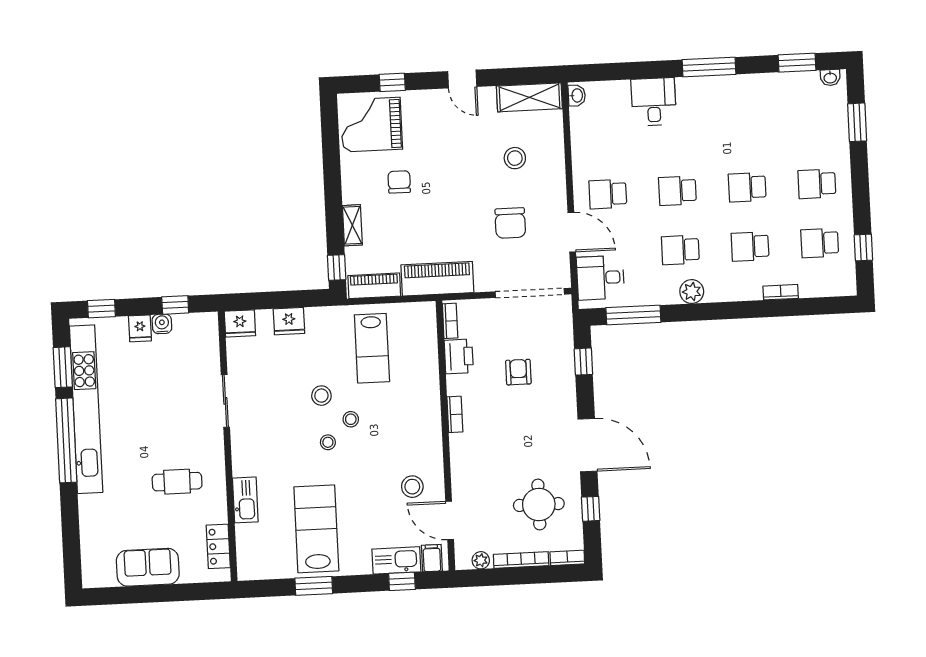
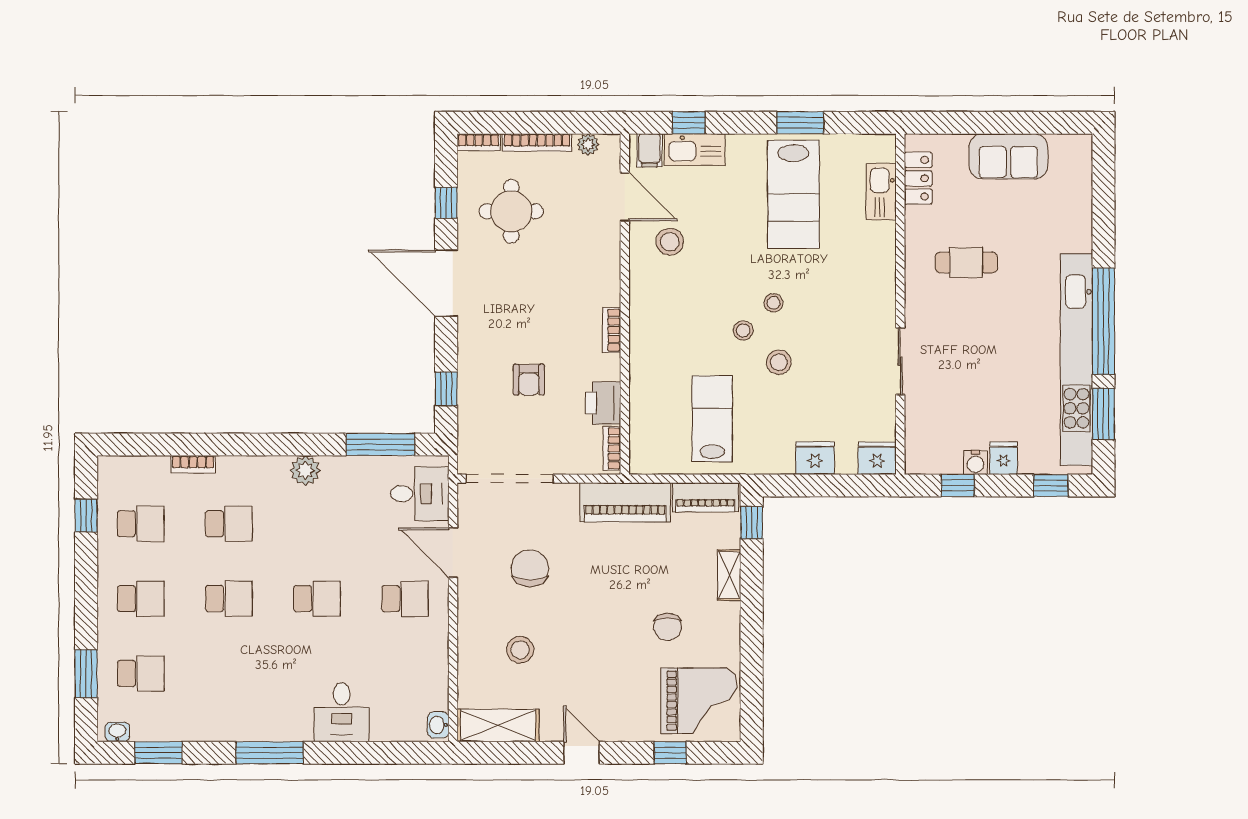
school desk: (680, 250) -> (141, 673), moved
kitchen sink: (245, 500) -> (881, 192), moved

